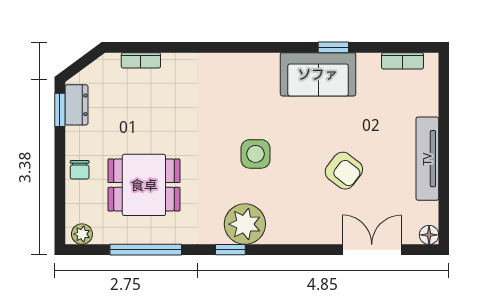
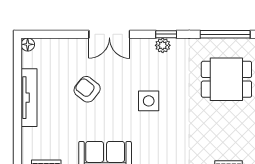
plant: (245, 224) -> (163, 45), width x0.53, depth x0.53
double door: (372, 250) -> (109, 34), moved

